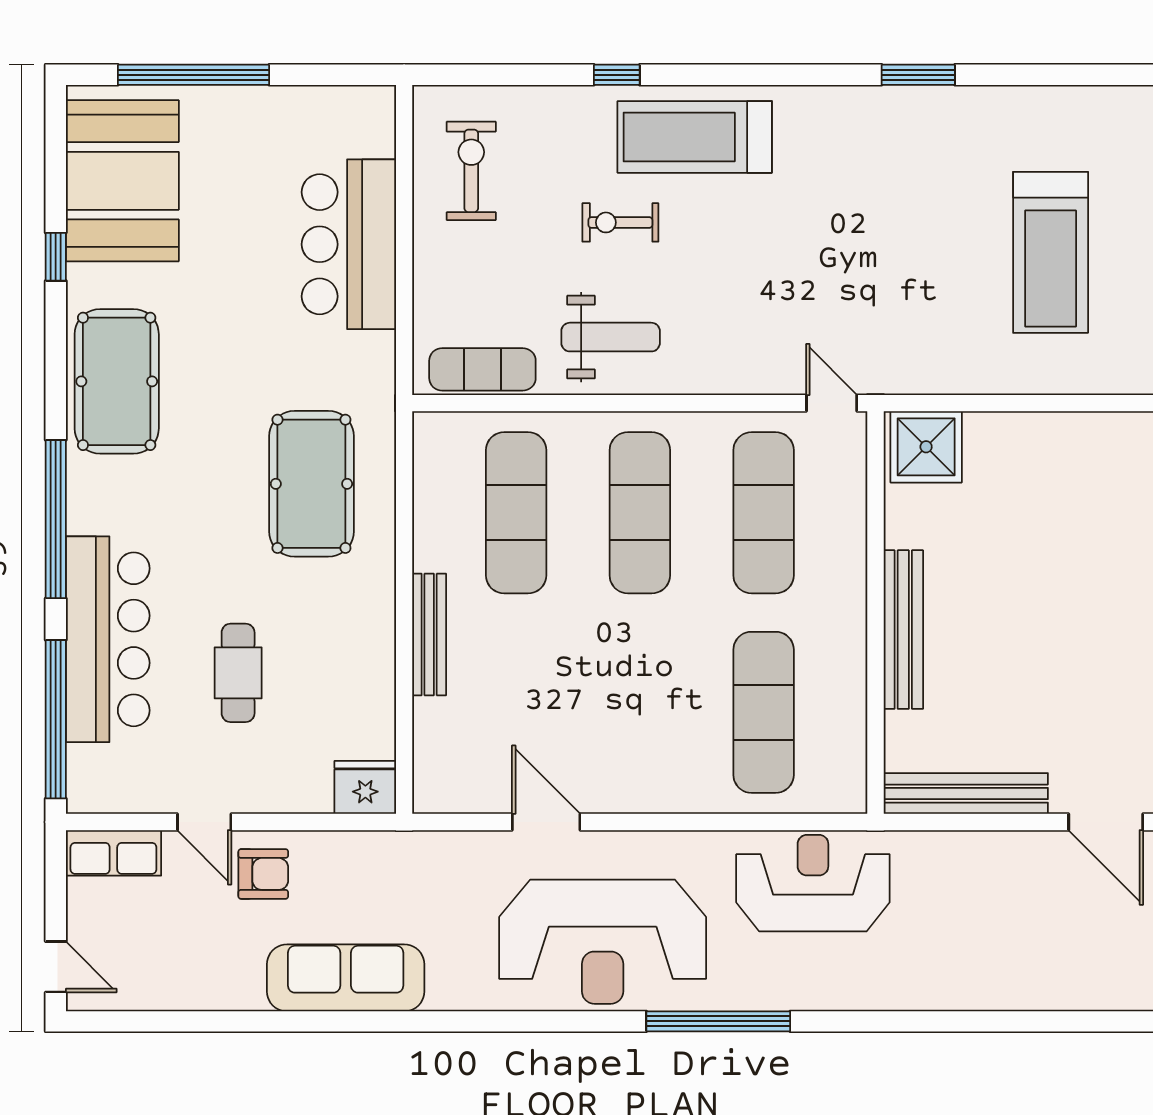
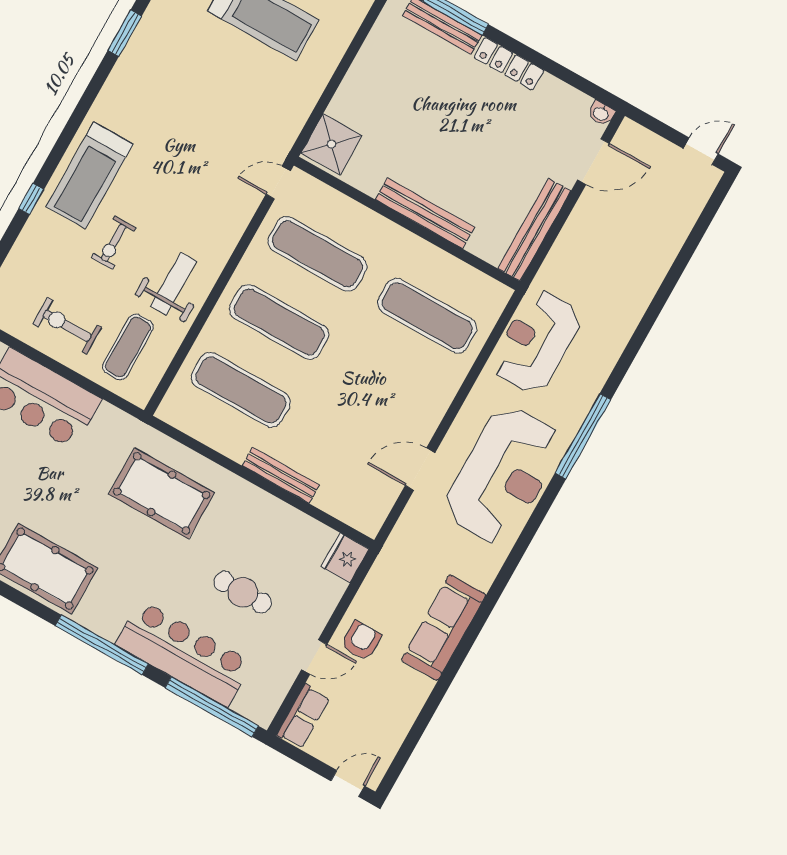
exercise bike: (471, 171) -> (67, 326), moved
exercise mat: (482, 369) -> (128, 347), moved

